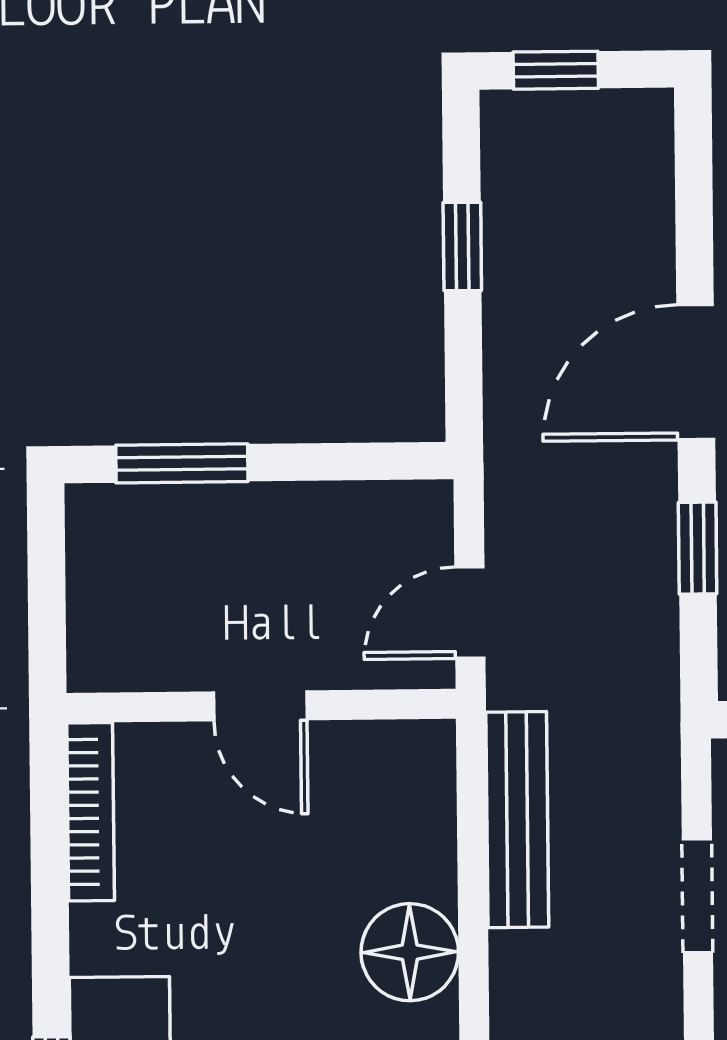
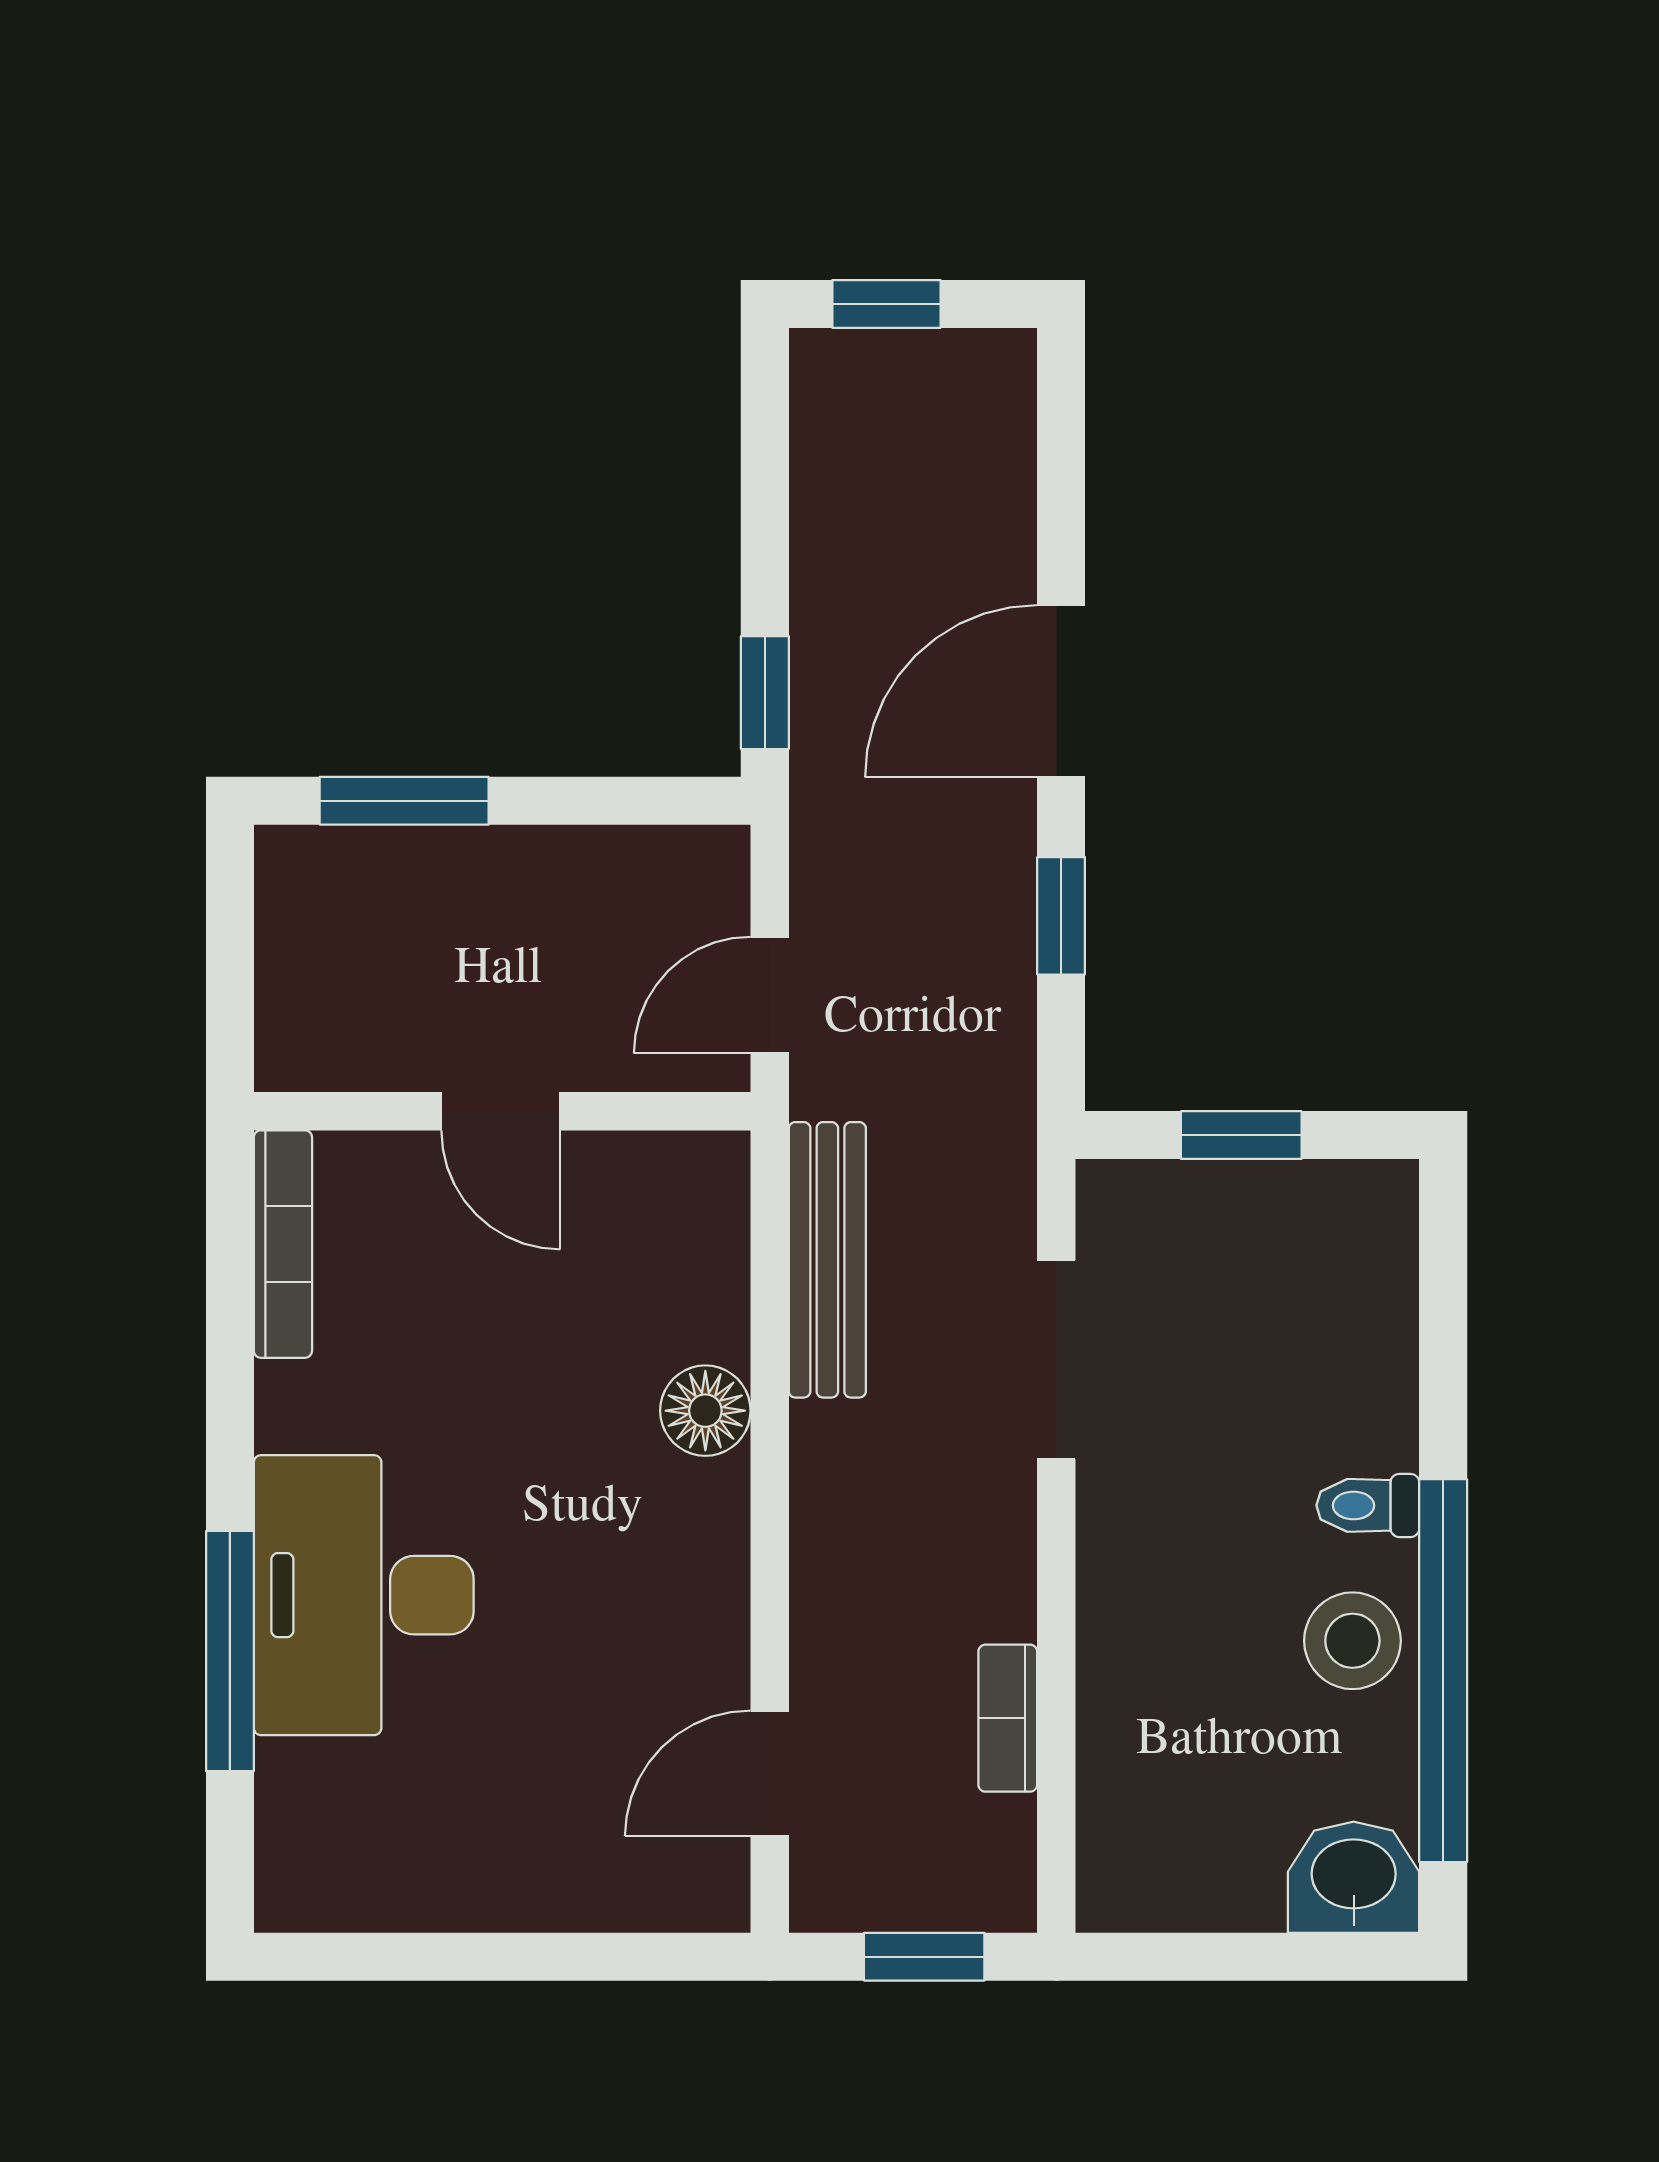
window: (462, 246) -> (765, 693), moved
doorway: (697, 896) -> (1056, 1360), width x1.38
floor lamp: (410, 952) -> (705, 1411), width x0.73, depth x0.73

